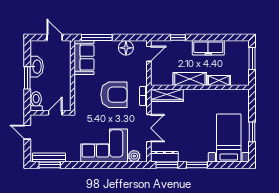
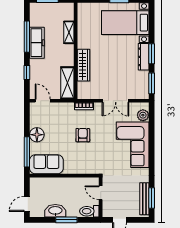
door: (55, 38) -> (27, 204), moved
window: (215, 38) -> (27, 37), added
floor lamp: (126, 48) -> (37, 135), moved
shelving: (190, 79) -> (67, 83), moved
armchair: (114, 95) -> (83, 135), width x0.53, depth x0.53
wardrobe: (167, 95) -> (83, 65), moved
double door: (149, 128) -> (116, 101), swing flipped
dresser: (164, 157) -> (144, 57), moved

